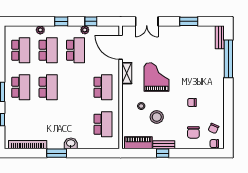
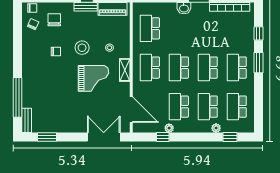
window: (61, 21) -> (230, 137), moved
double door: (147, 21) -> (104, 137), width x1.37
window: (189, 21) -> (47, 137), moved
shelving: (127, 73) -> (125, 70), moved
grand piano: (156, 77) -> (93, 78), turned -90
school desk: (76, 87) -> (179, 68), added
stool: (157, 117) -> (82, 48), moved

